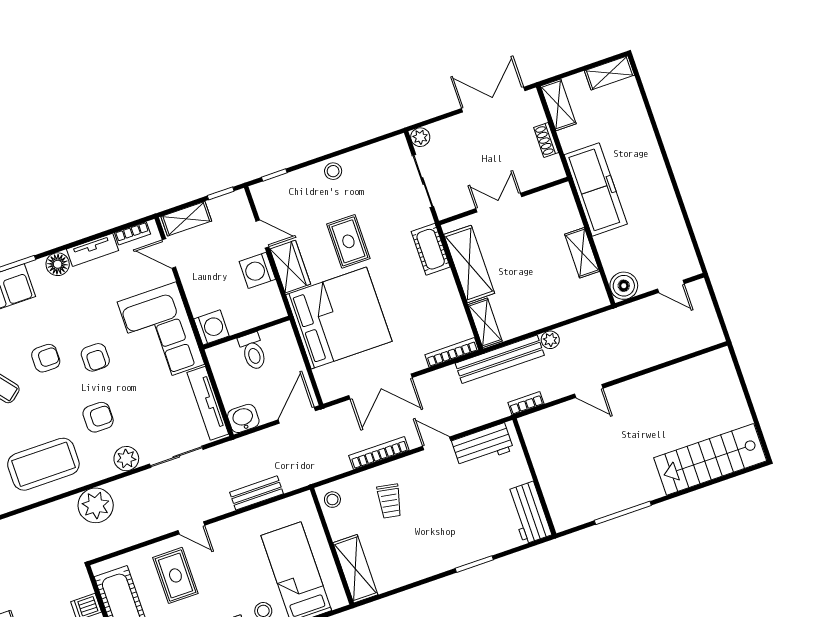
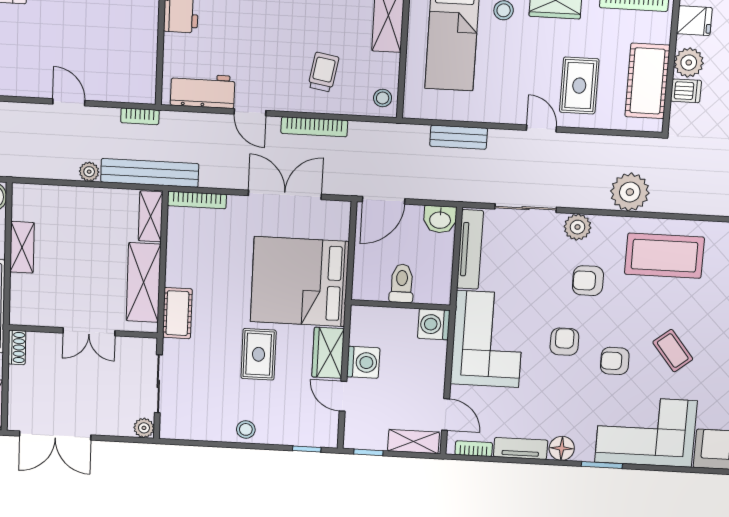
shoe rack: (546, 140) -> (17, 347), moved

